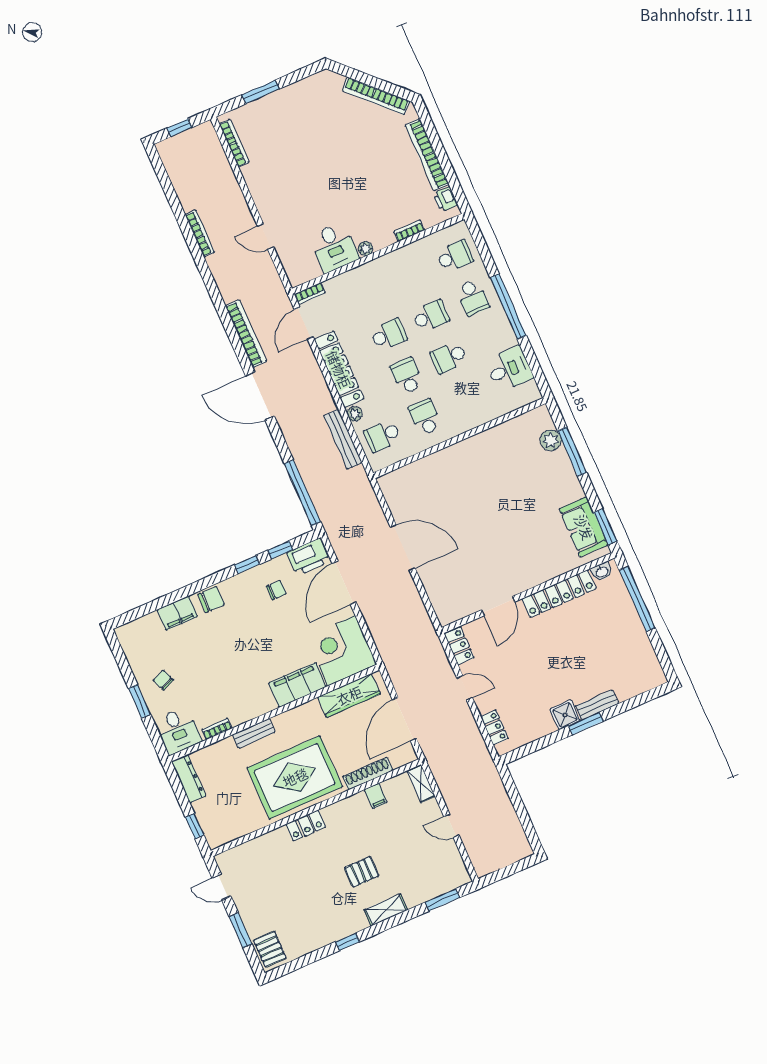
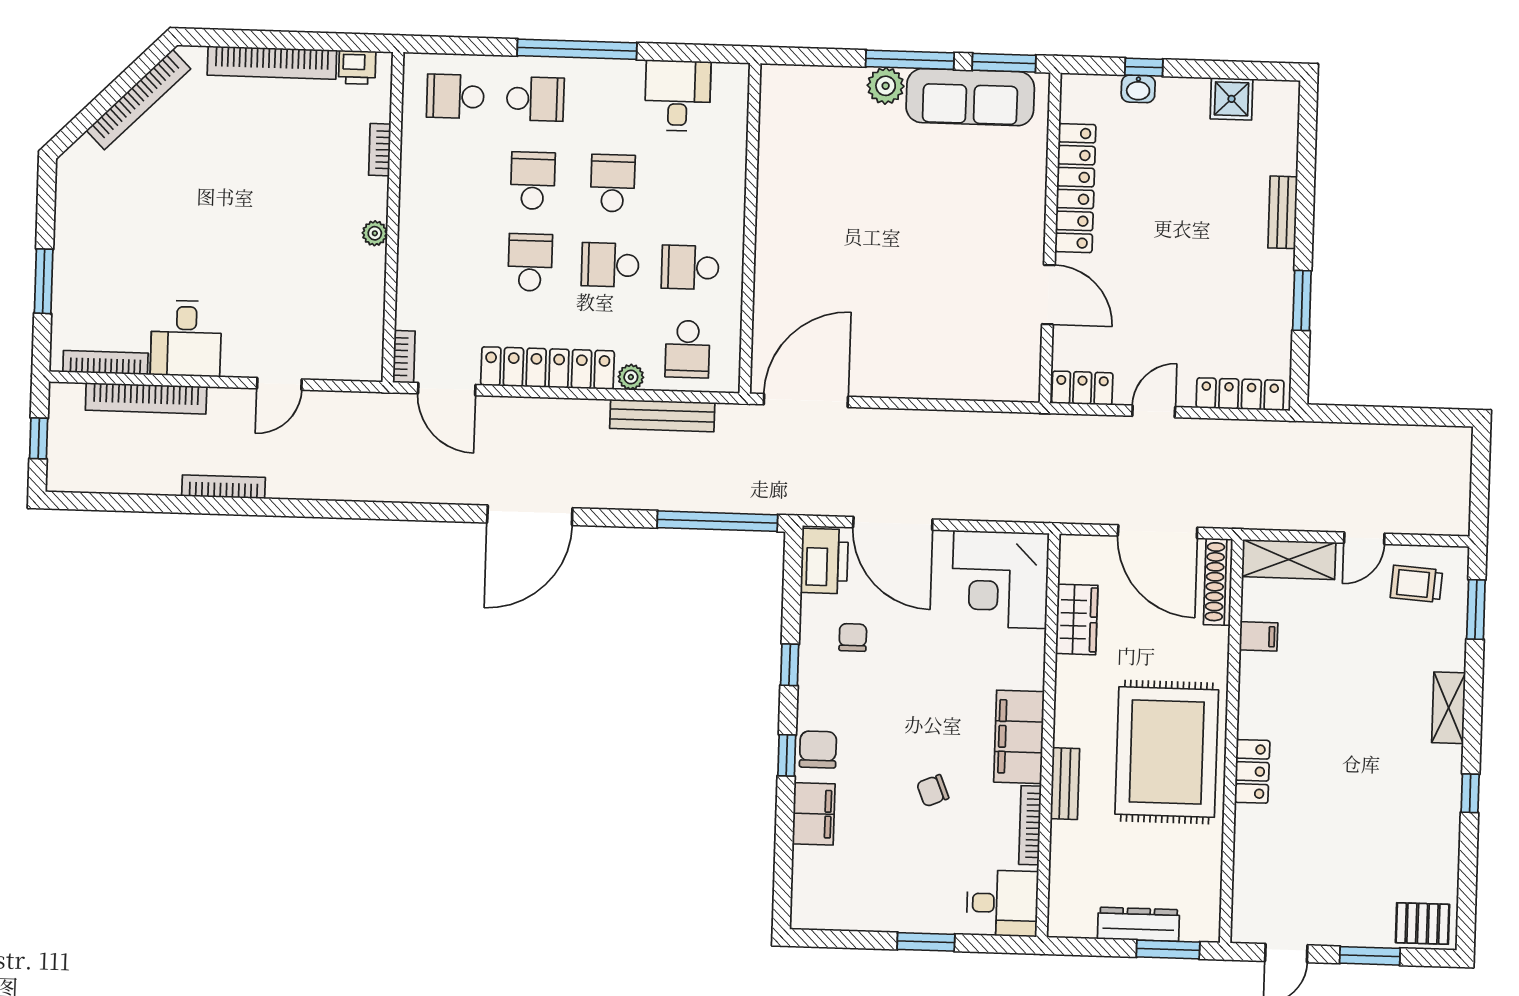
desk: (334, 247) -> (186, 338), moved, turned 90
school desk: (455, 256) -> (455, 96), turned -90
bookcase: (246, 334) -> (146, 398), moved, turned 180
school desk: (449, 357) -> (613, 183), turned 180
plant: (551, 440) -> (886, 86), moved
window: (572, 452) -> (910, 60), moved
sofa: (584, 527) -> (970, 97), width x1.36
door: (403, 548) -> (806, 400), moved
window: (280, 550) -> (787, 755), moved
washbasin: (602, 572) -> (1138, 89), moved, turned 90
window: (637, 599) -> (1144, 67), width x0.32
chair: (163, 680) -> (933, 791), moved
filing cabinet: (297, 685) -> (1019, 737), moved
wardrobe: (349, 695) -> (1077, 619), width x0.67
shower: (565, 715) -> (1232, 99), moved
window: (586, 723) -> (1302, 301), moved
locker: (494, 728) -> (1240, 394), width x1.53
bookcase: (217, 729) -> (1030, 825), width x1.56
shoe rack: (368, 773) -> (1218, 582), moved
dresser: (189, 779) -> (1138, 924), moved
shelving: (421, 783) -> (1289, 559), width x1.50, depth x1.33
window: (195, 826) -> (1168, 949), width x1.50
trolley: (441, 863) -> (1416, 584), added
pallet: (362, 872) -> (1369, 717), removed

